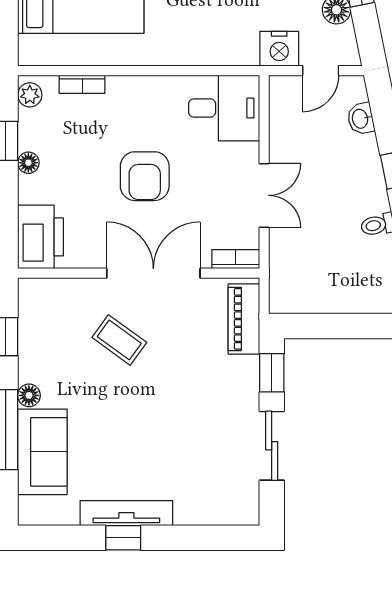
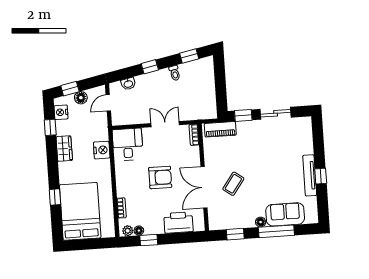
nightstand: (279, 49) -> (102, 150), moved
door: (321, 71) -> (108, 103), swing flipped
floor lamp: (28, 163) -> (139, 231), moved
printer: (40, 237) -> (178, 223), moved
double door: (153, 273) -> (204, 187), moved

